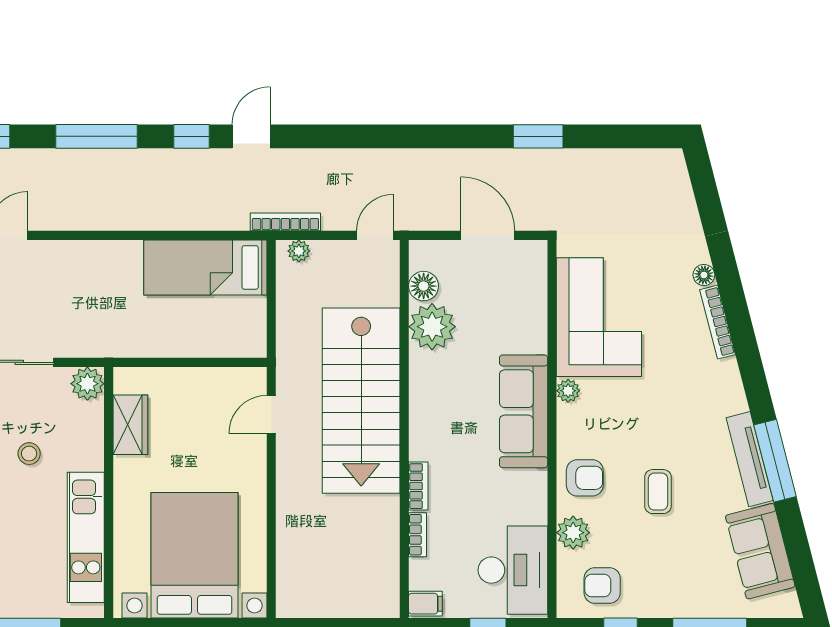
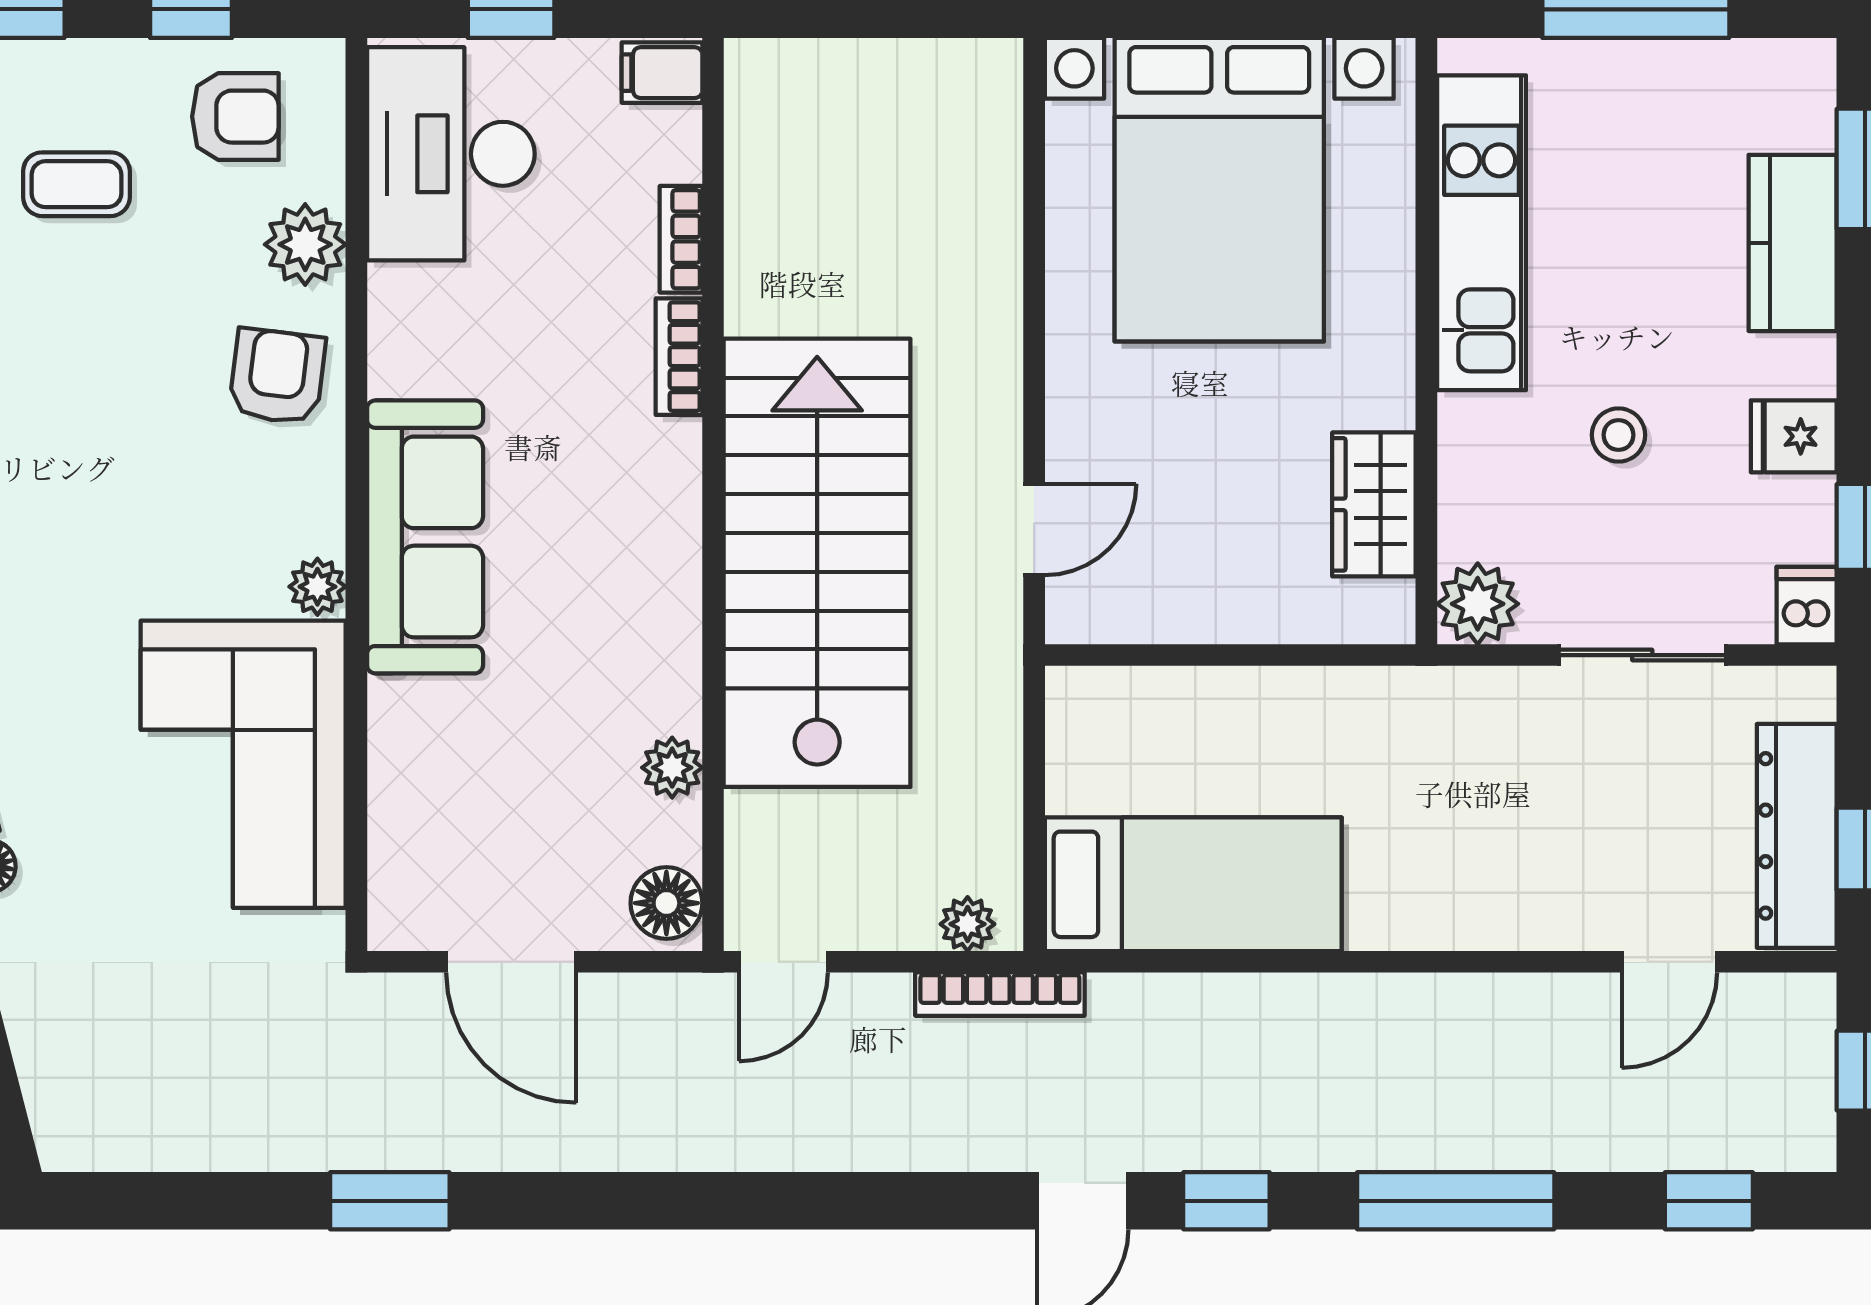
floor lamp: (424, 286) -> (666, 903), moved
plant: (432, 327) -> (672, 768), width x0.53, depth x0.53
armchair: (585, 478) -> (277, 376), turned 97
coffee table: (658, 492) -> (76, 184), moved, turned 90

